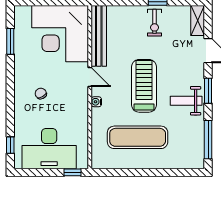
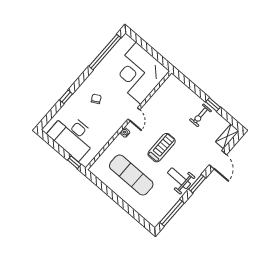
bench: (99, 36) -> (160, 95), removed
window: (10, 41) -> (105, 52), width x2.11
treadmill: (144, 86) -> (162, 148), width x0.73, depth x0.73
window: (10, 145) -> (66, 97), moved

